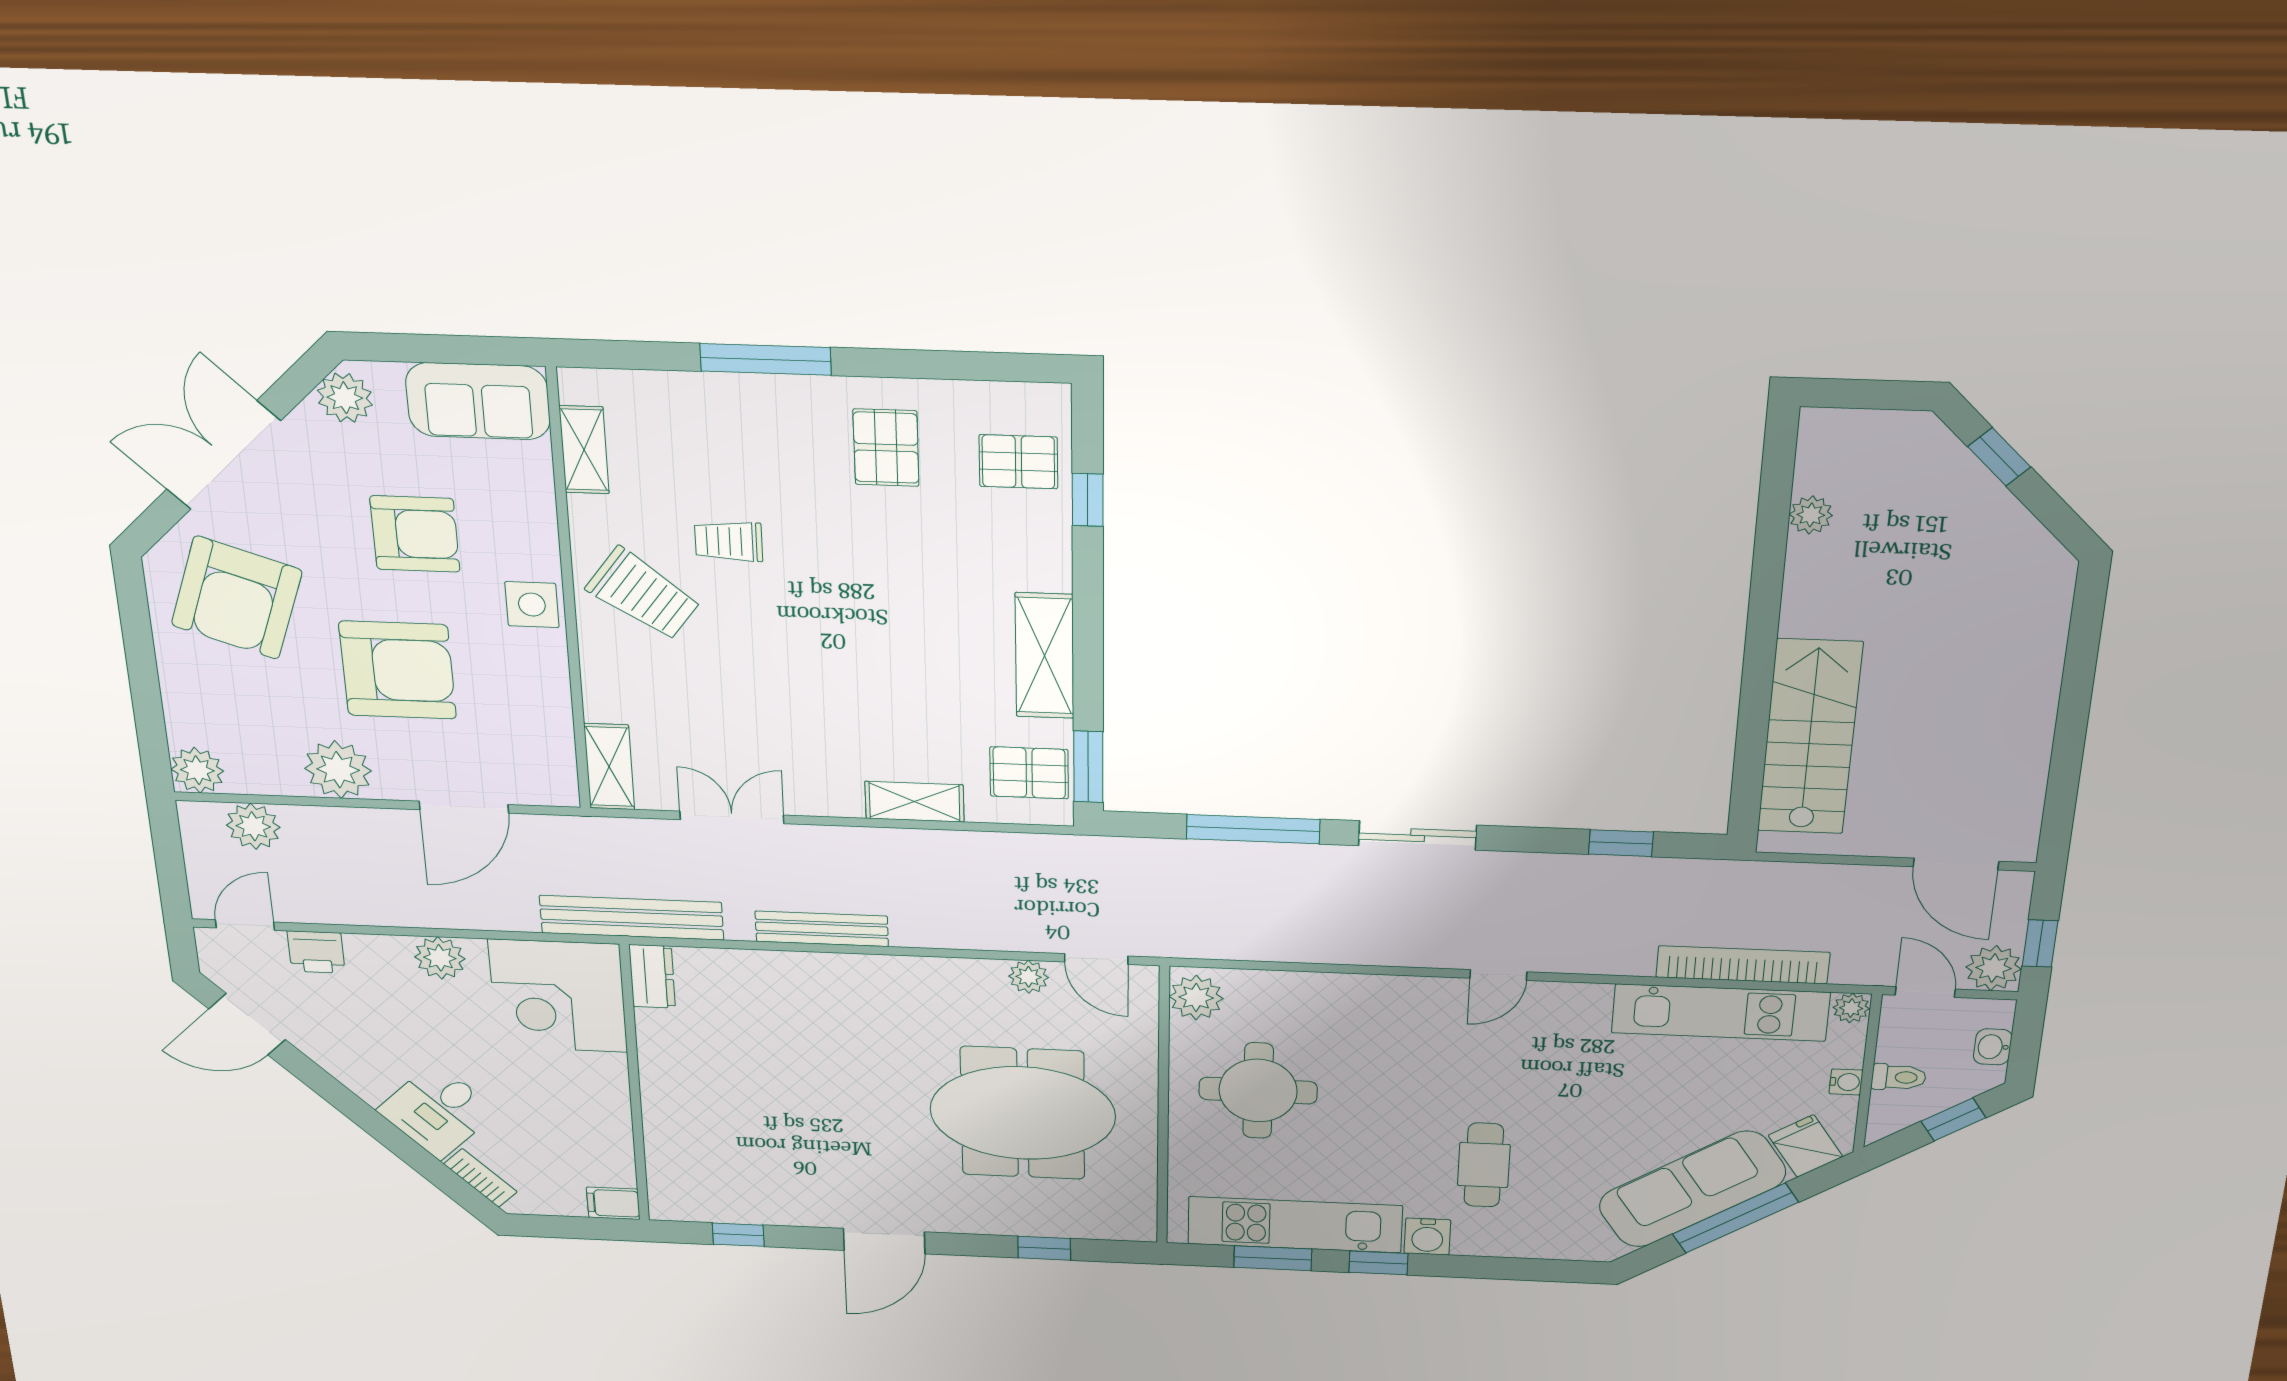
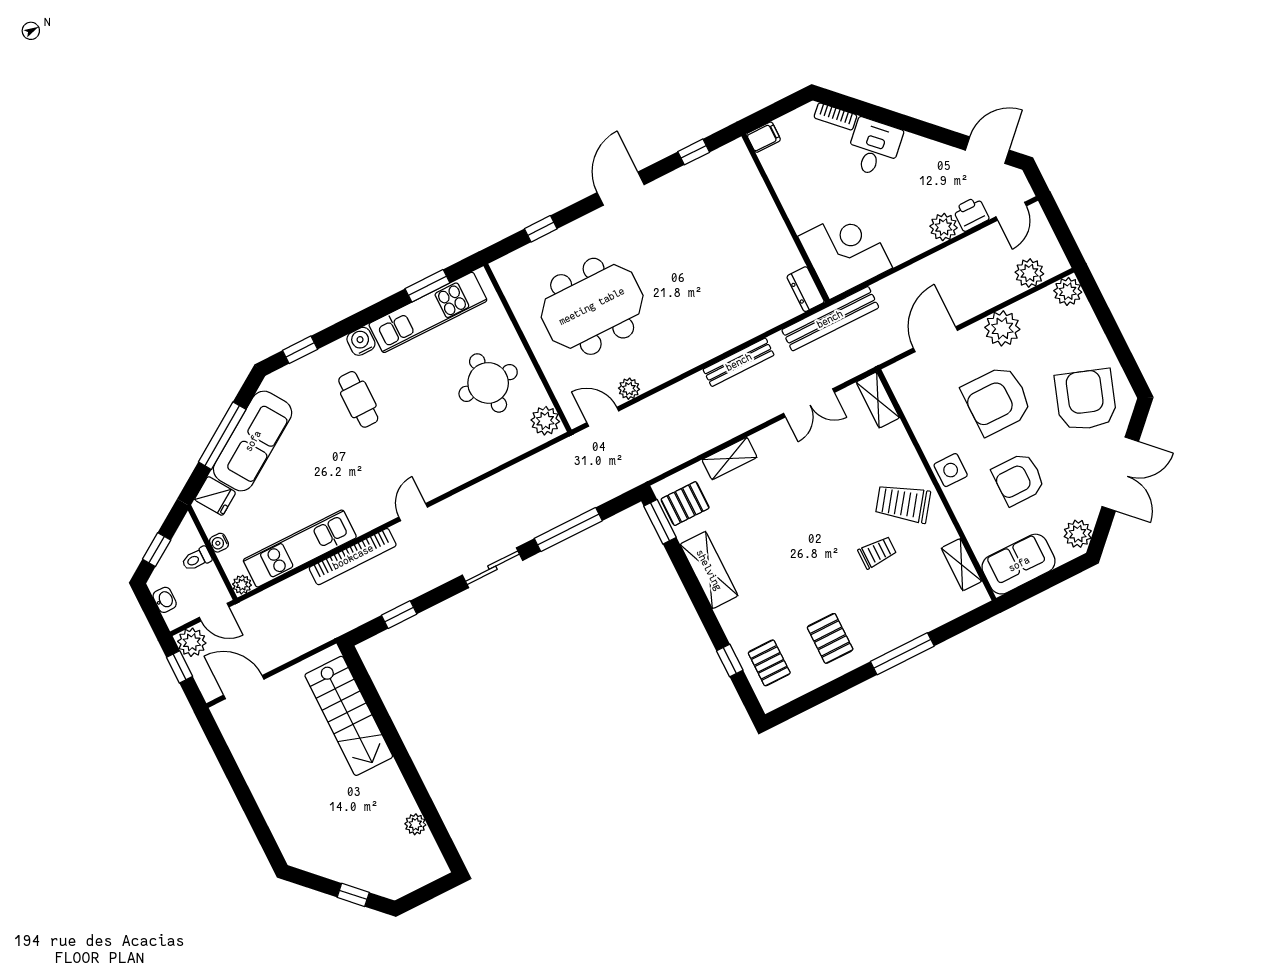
pallet: (1018, 462) -> (769, 663), turned 90
plant: (440, 958) -> (944, 227), moved
bookcase: (1743, 965) -> (353, 557), moved
window: (1378, 1263) -> (300, 350), moved

